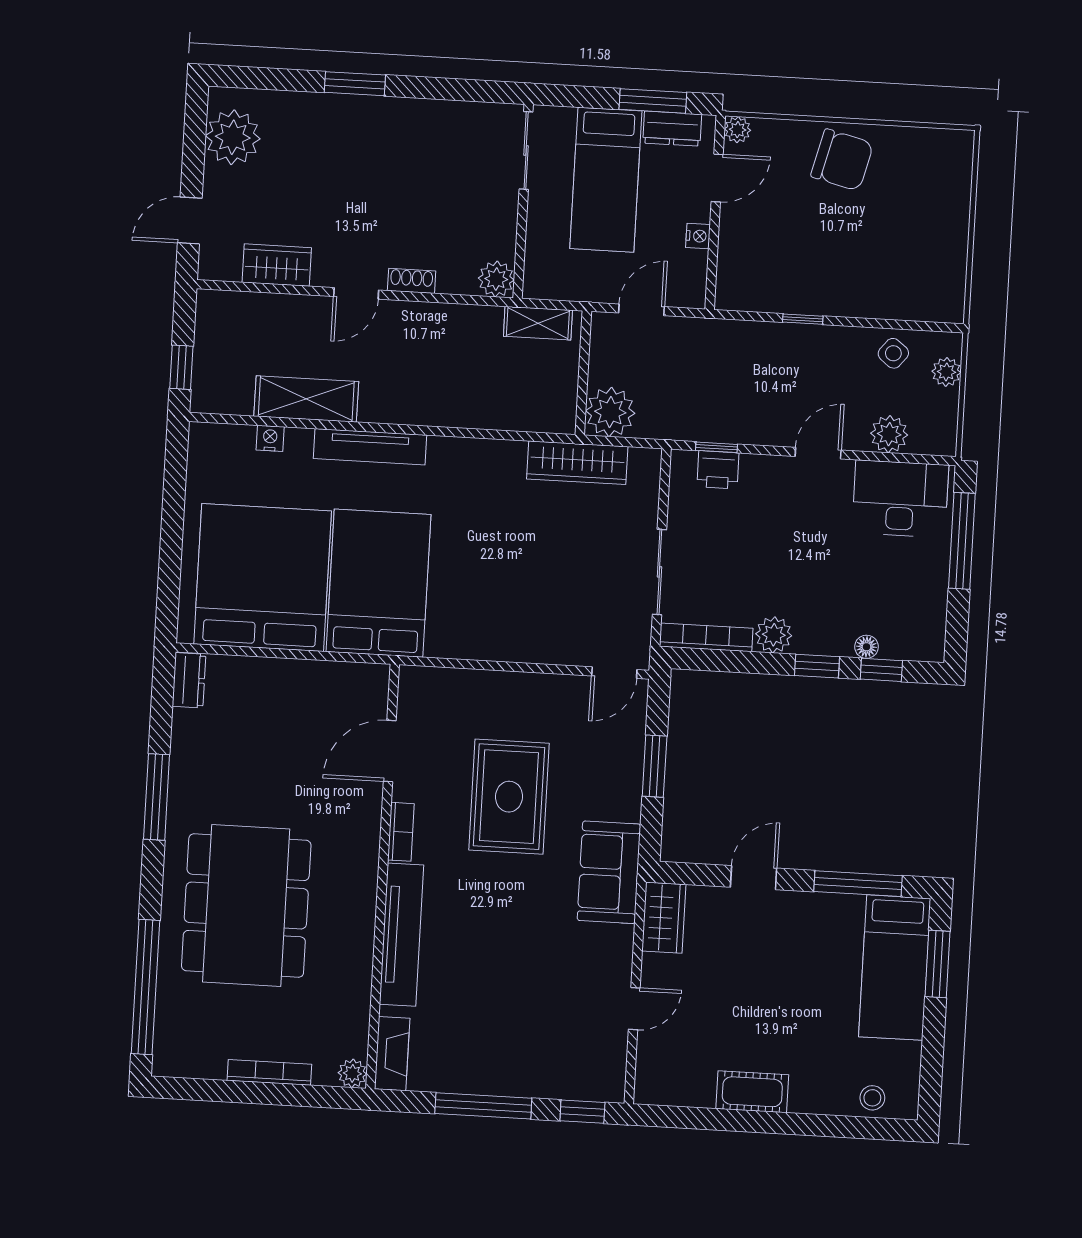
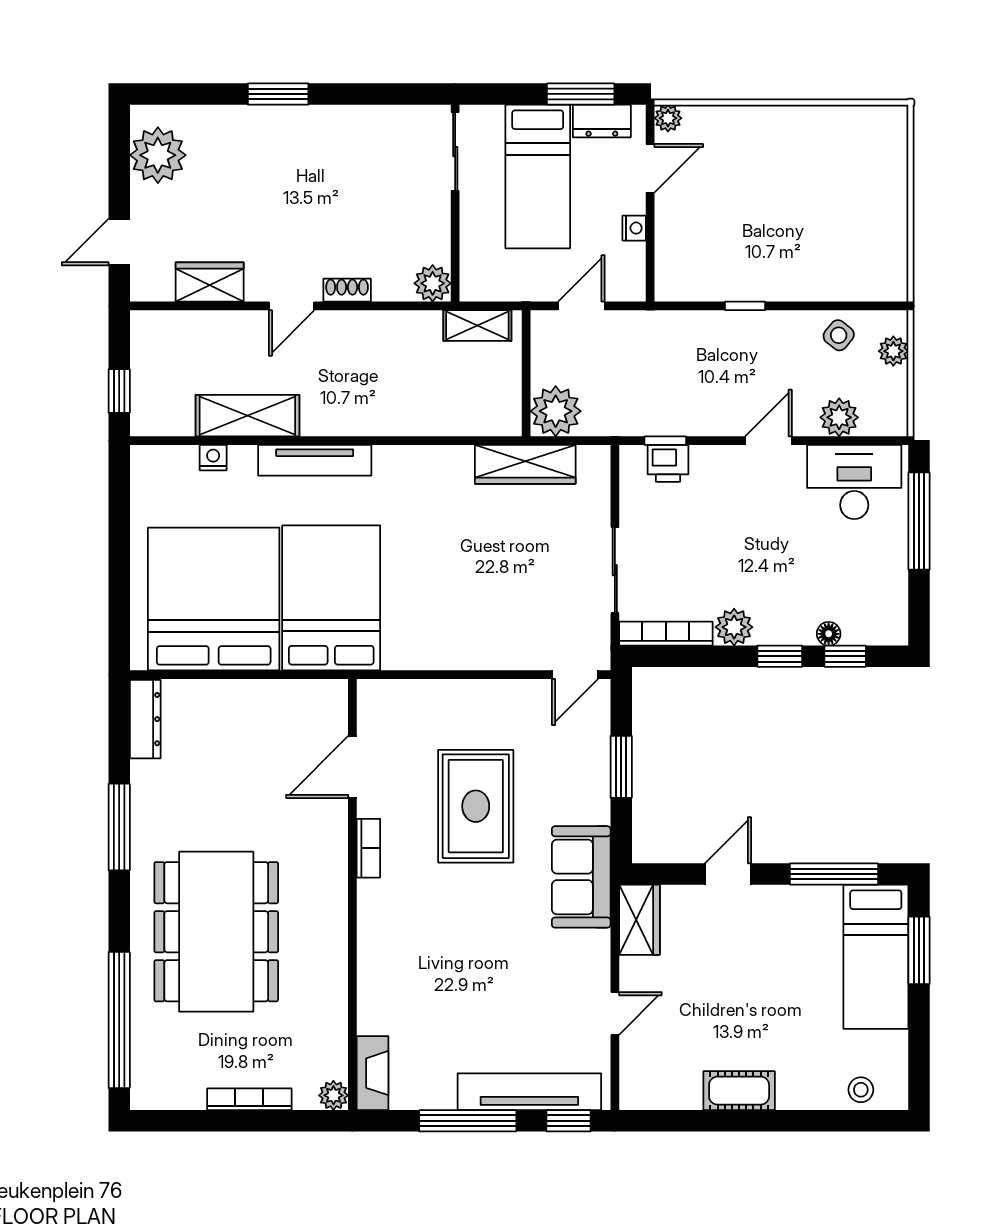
chair: (842, 160) -> (776, 143), removed
dresser: (189, 680) -> (145, 719), width x1.44
tv unit: (402, 935) -> (529, 1092), moved, turned -90

